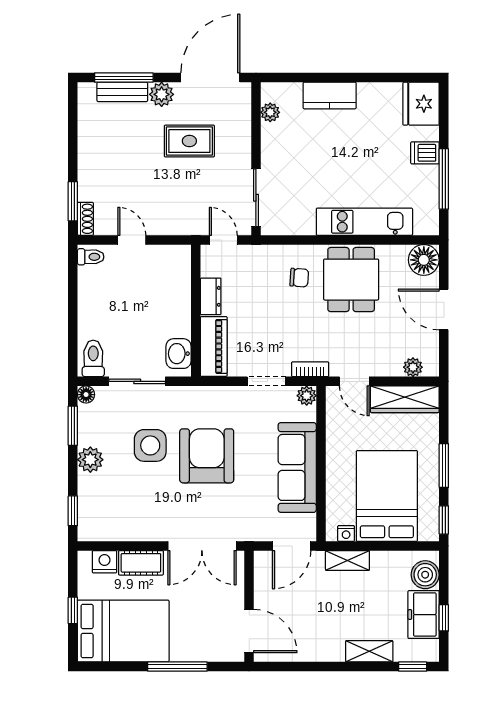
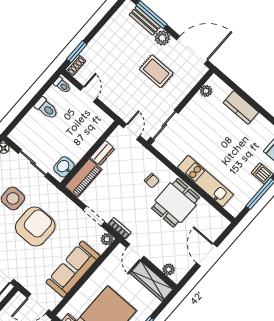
floor lamp: (424, 260) -> (218, 223), removed
toilet: (93, 358) -> (46, 108), moved, turned 90

